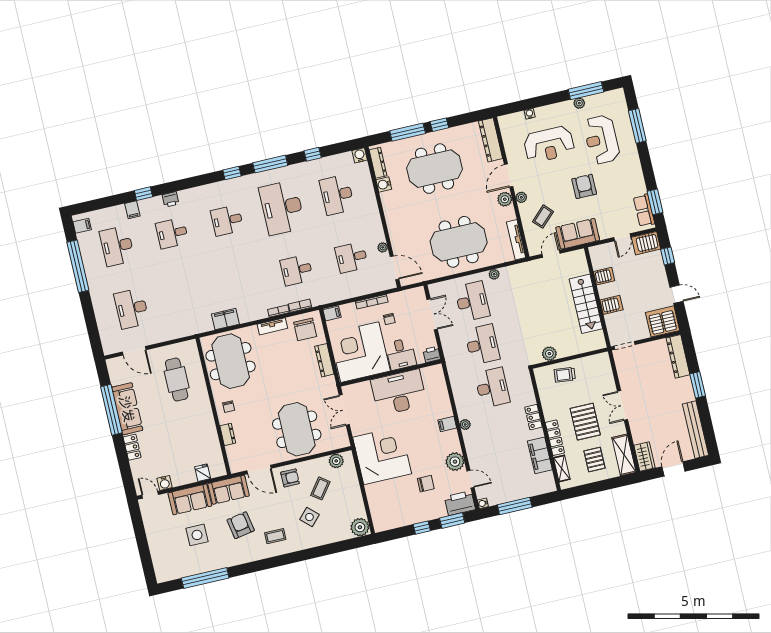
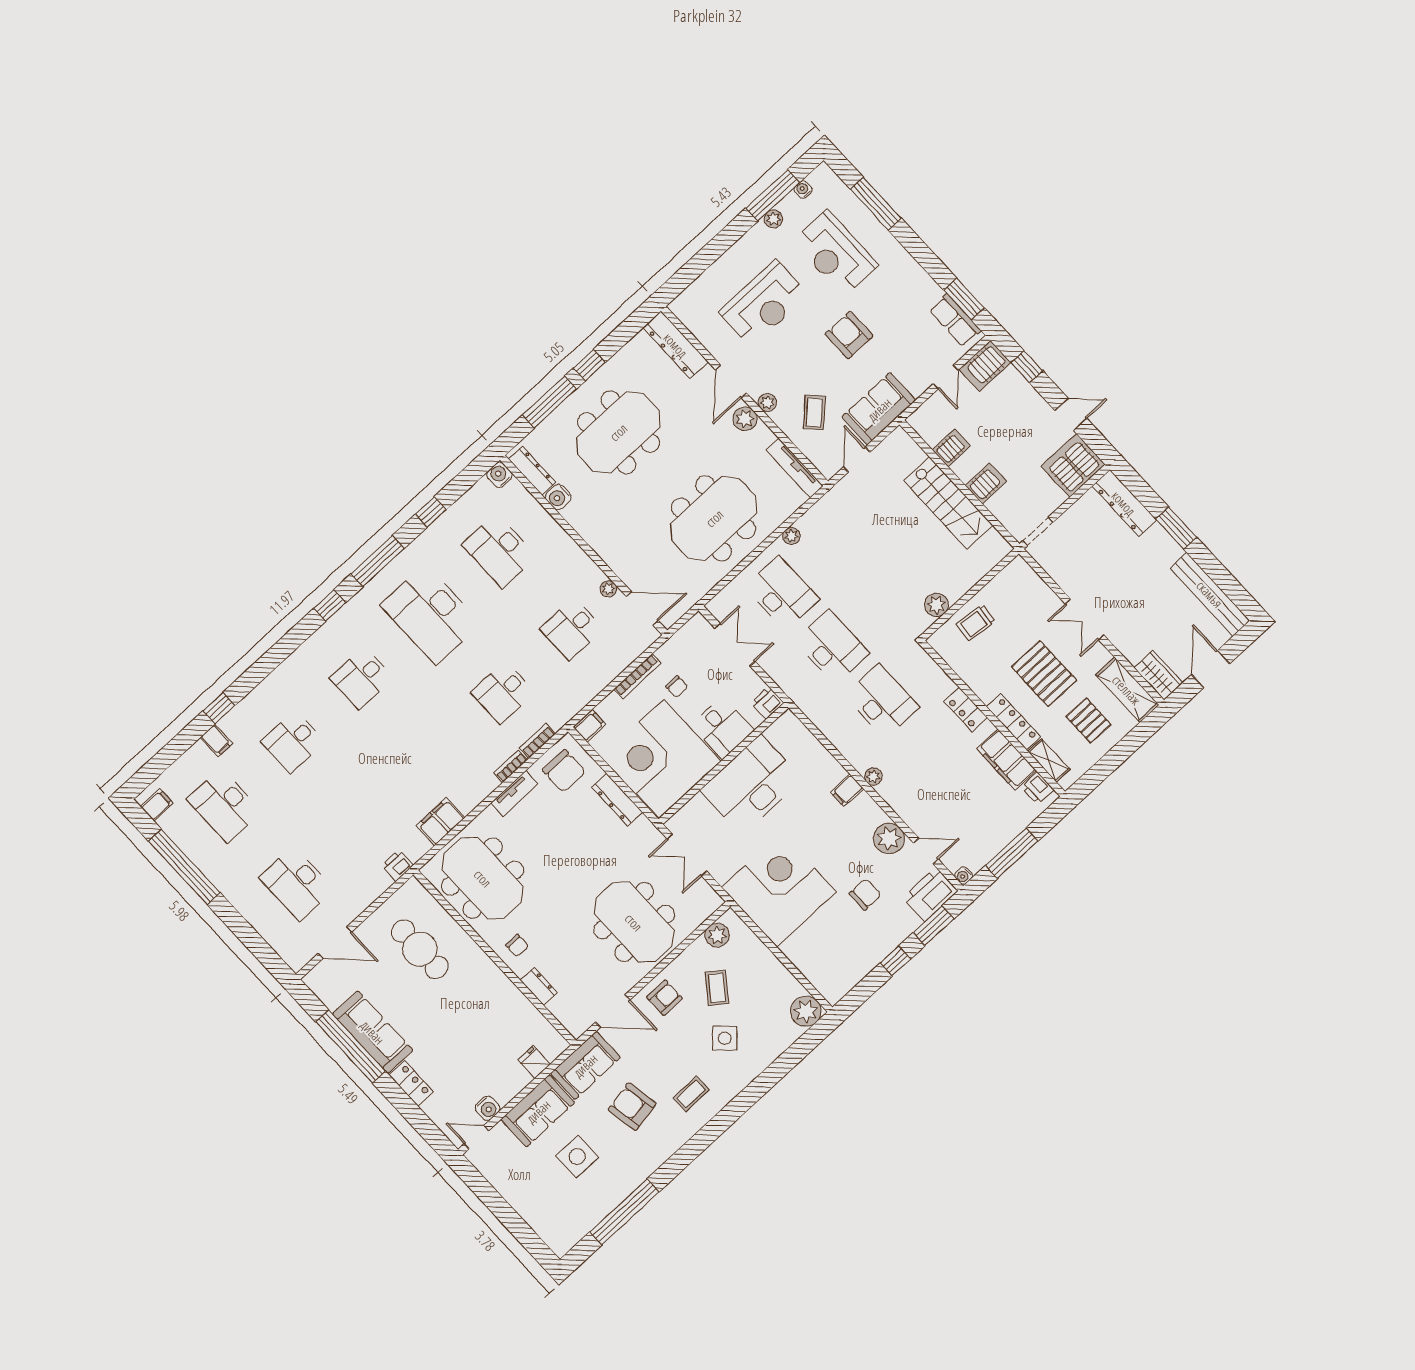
water cooler: (530, 114) -> (803, 189), moved
printer: (171, 199) -> (397, 866), moved, turned 180
printer: (548, 480) -> (1038, 788), added

